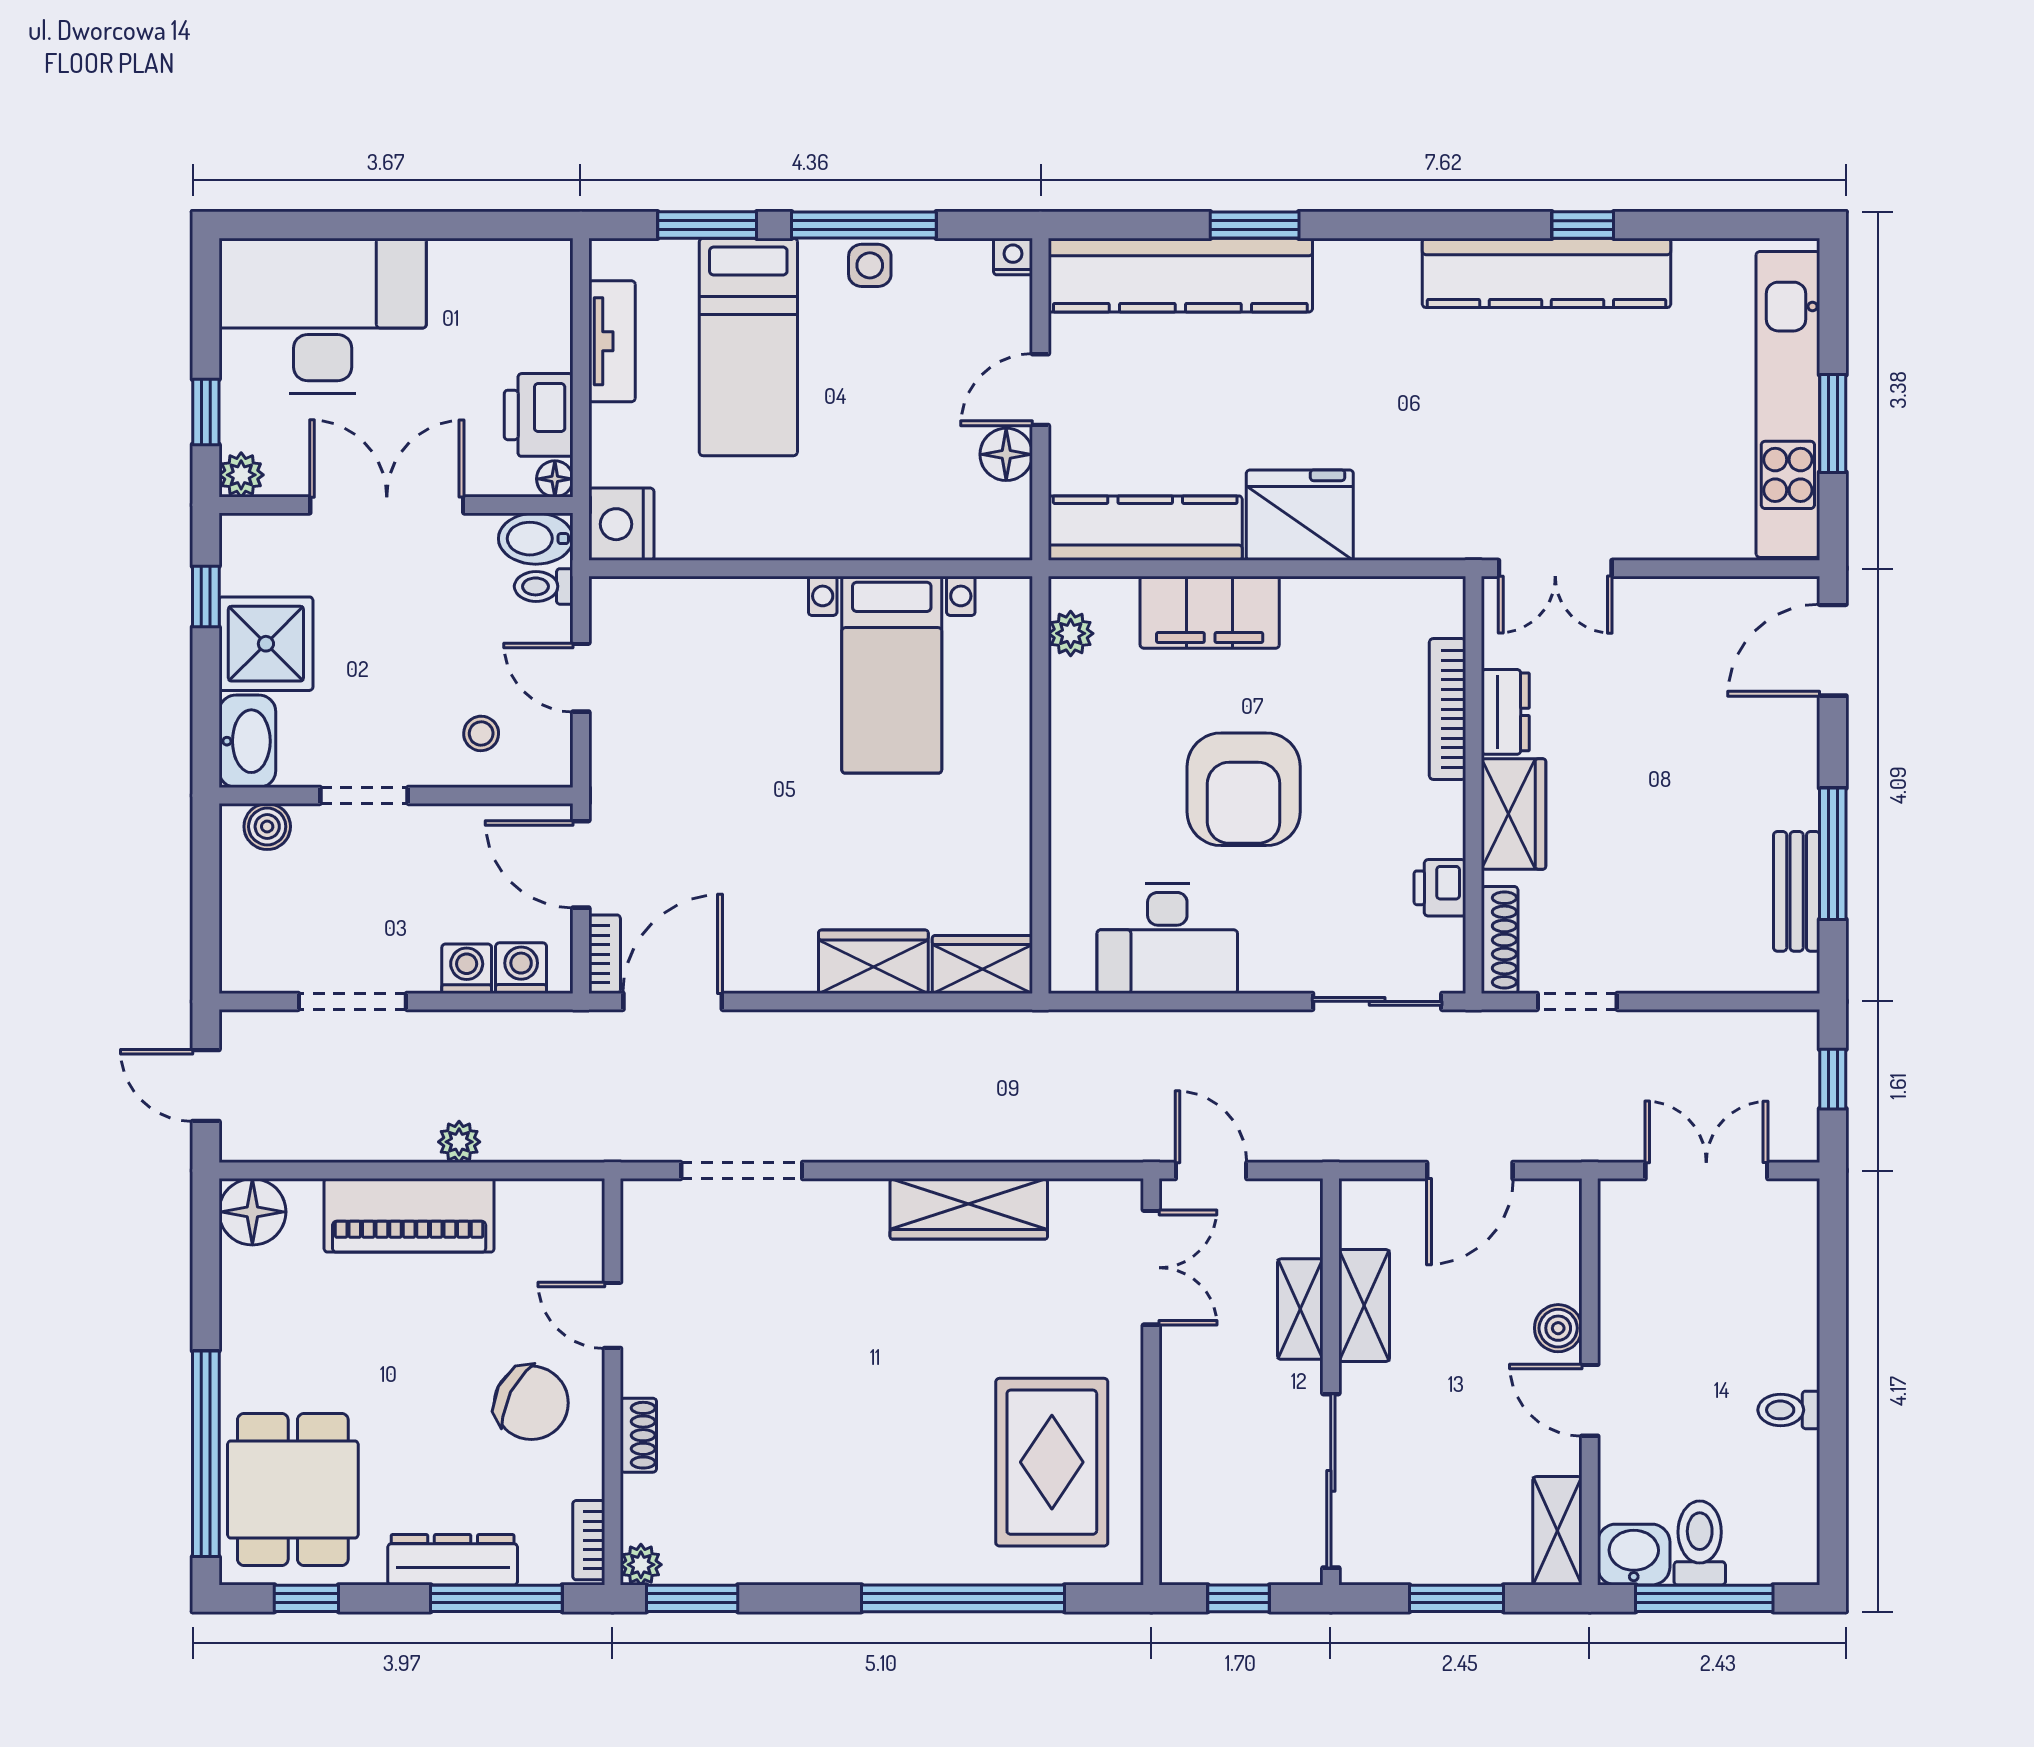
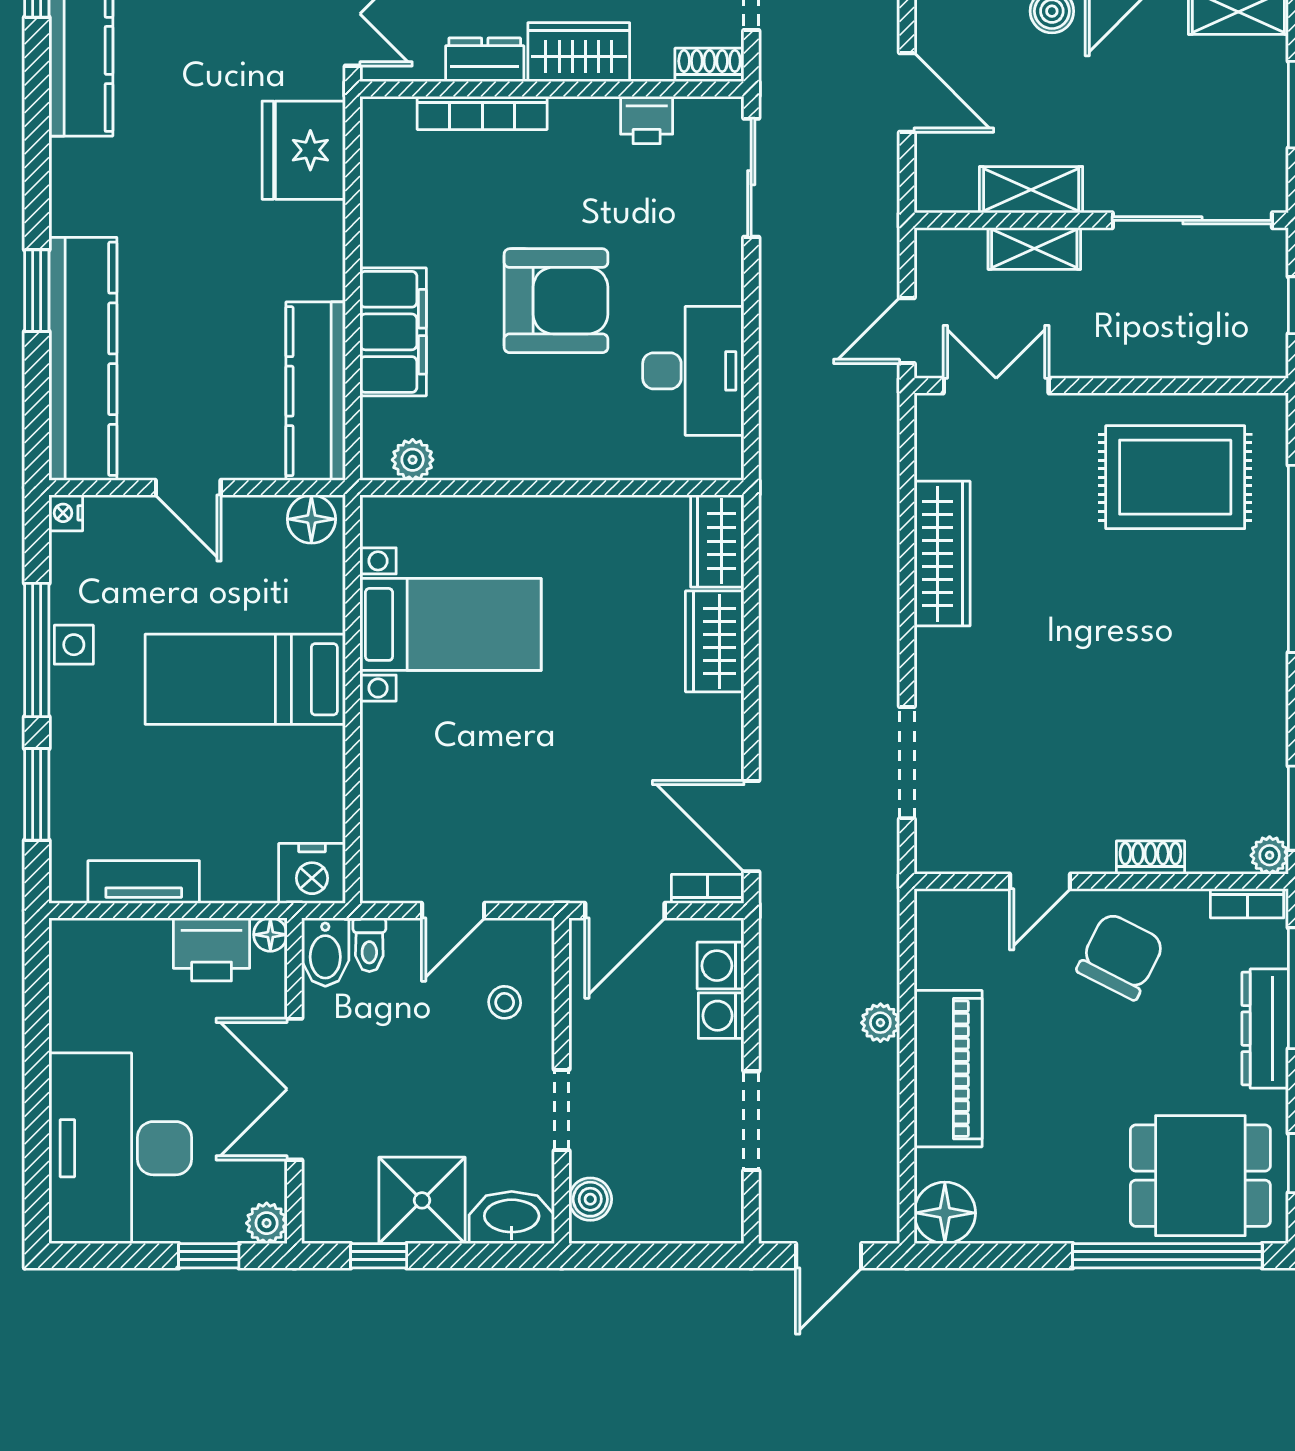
bed: (748, 347) -> (245, 679), moved, turned 180
floor lamp: (1006, 454) -> (311, 519), moved
fridge: (1300, 515) -> (304, 150), moved
shoe rack: (1500, 940) -> (709, 65), width x0.70

